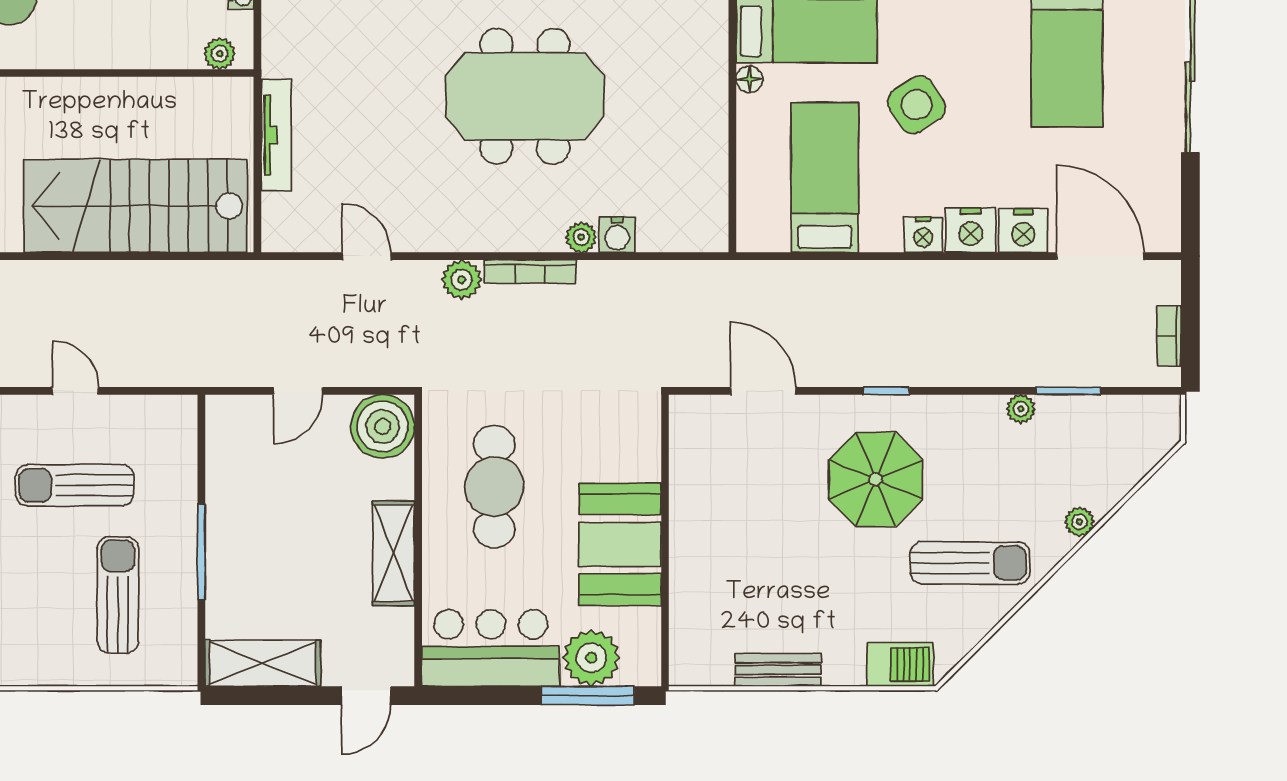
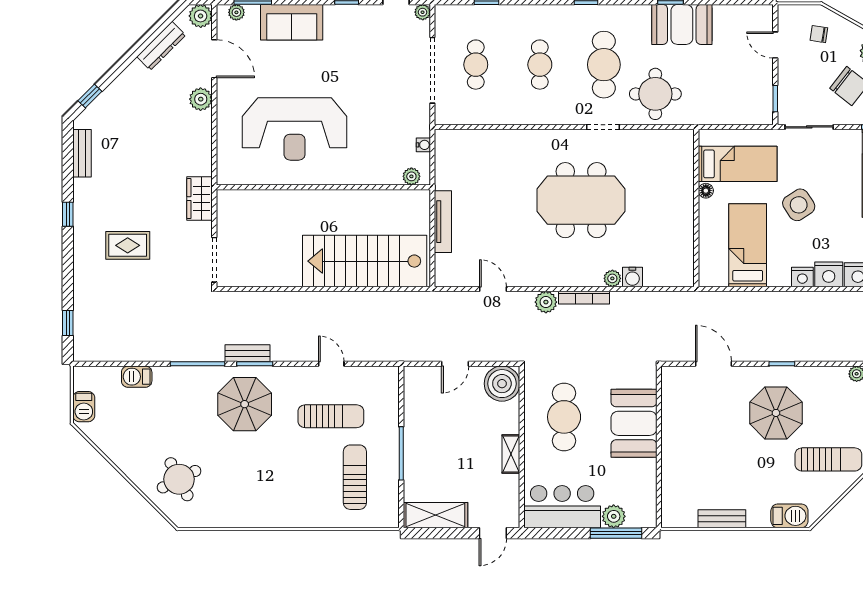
sun lounger: (75, 485) -> (331, 416), turned 180
booth: (620, 544) -> (634, 423), moved
shelving: (393, 553) -> (511, 454), width x0.67, depth x0.75
plant: (591, 658) -> (614, 516), width x0.73, depth x0.73

